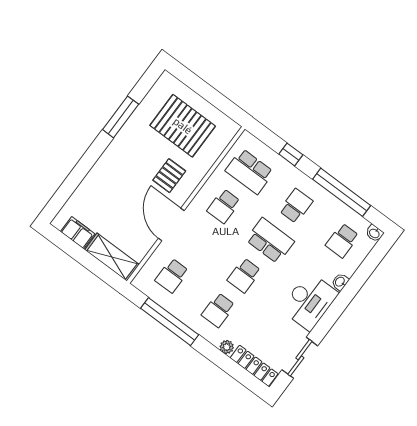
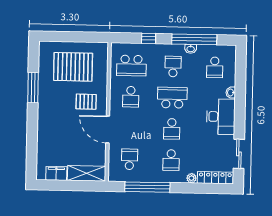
pallet: (169, 176) -> (86, 102), turned 90
washbasin: (375, 233) -> (191, 49), moved
school desk: (172, 276) -> (129, 159), turned 180

